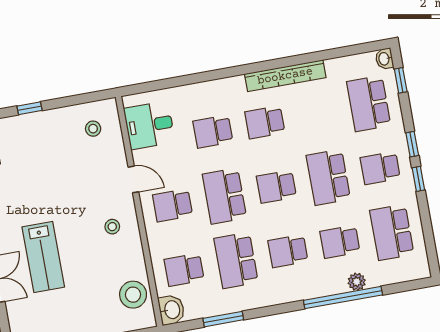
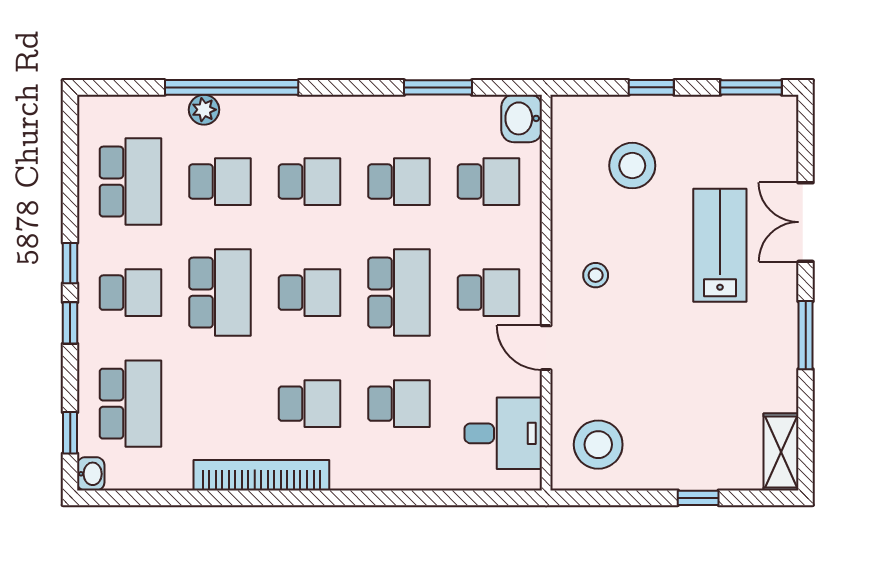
stool: (93, 129) -> (598, 445), width x1.89, depth x1.89
school desk: (236, 260) -> (399, 182), width x0.54
stool: (133, 295) -> (632, 166), moved

